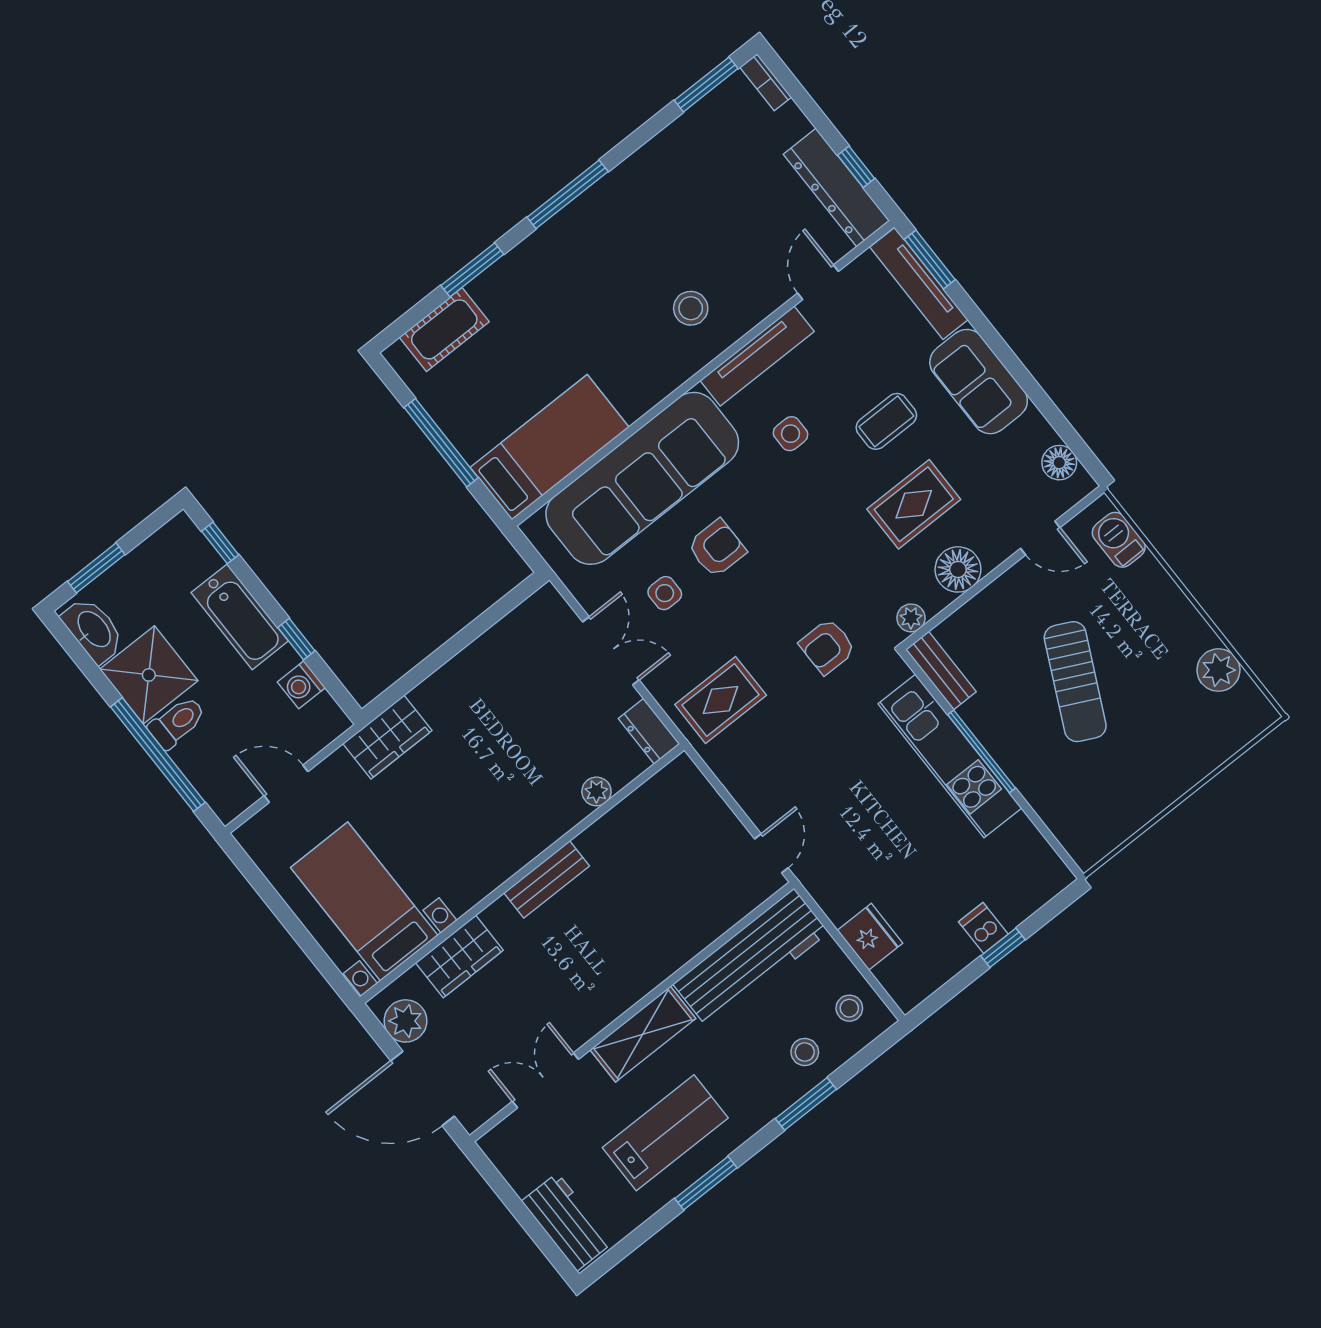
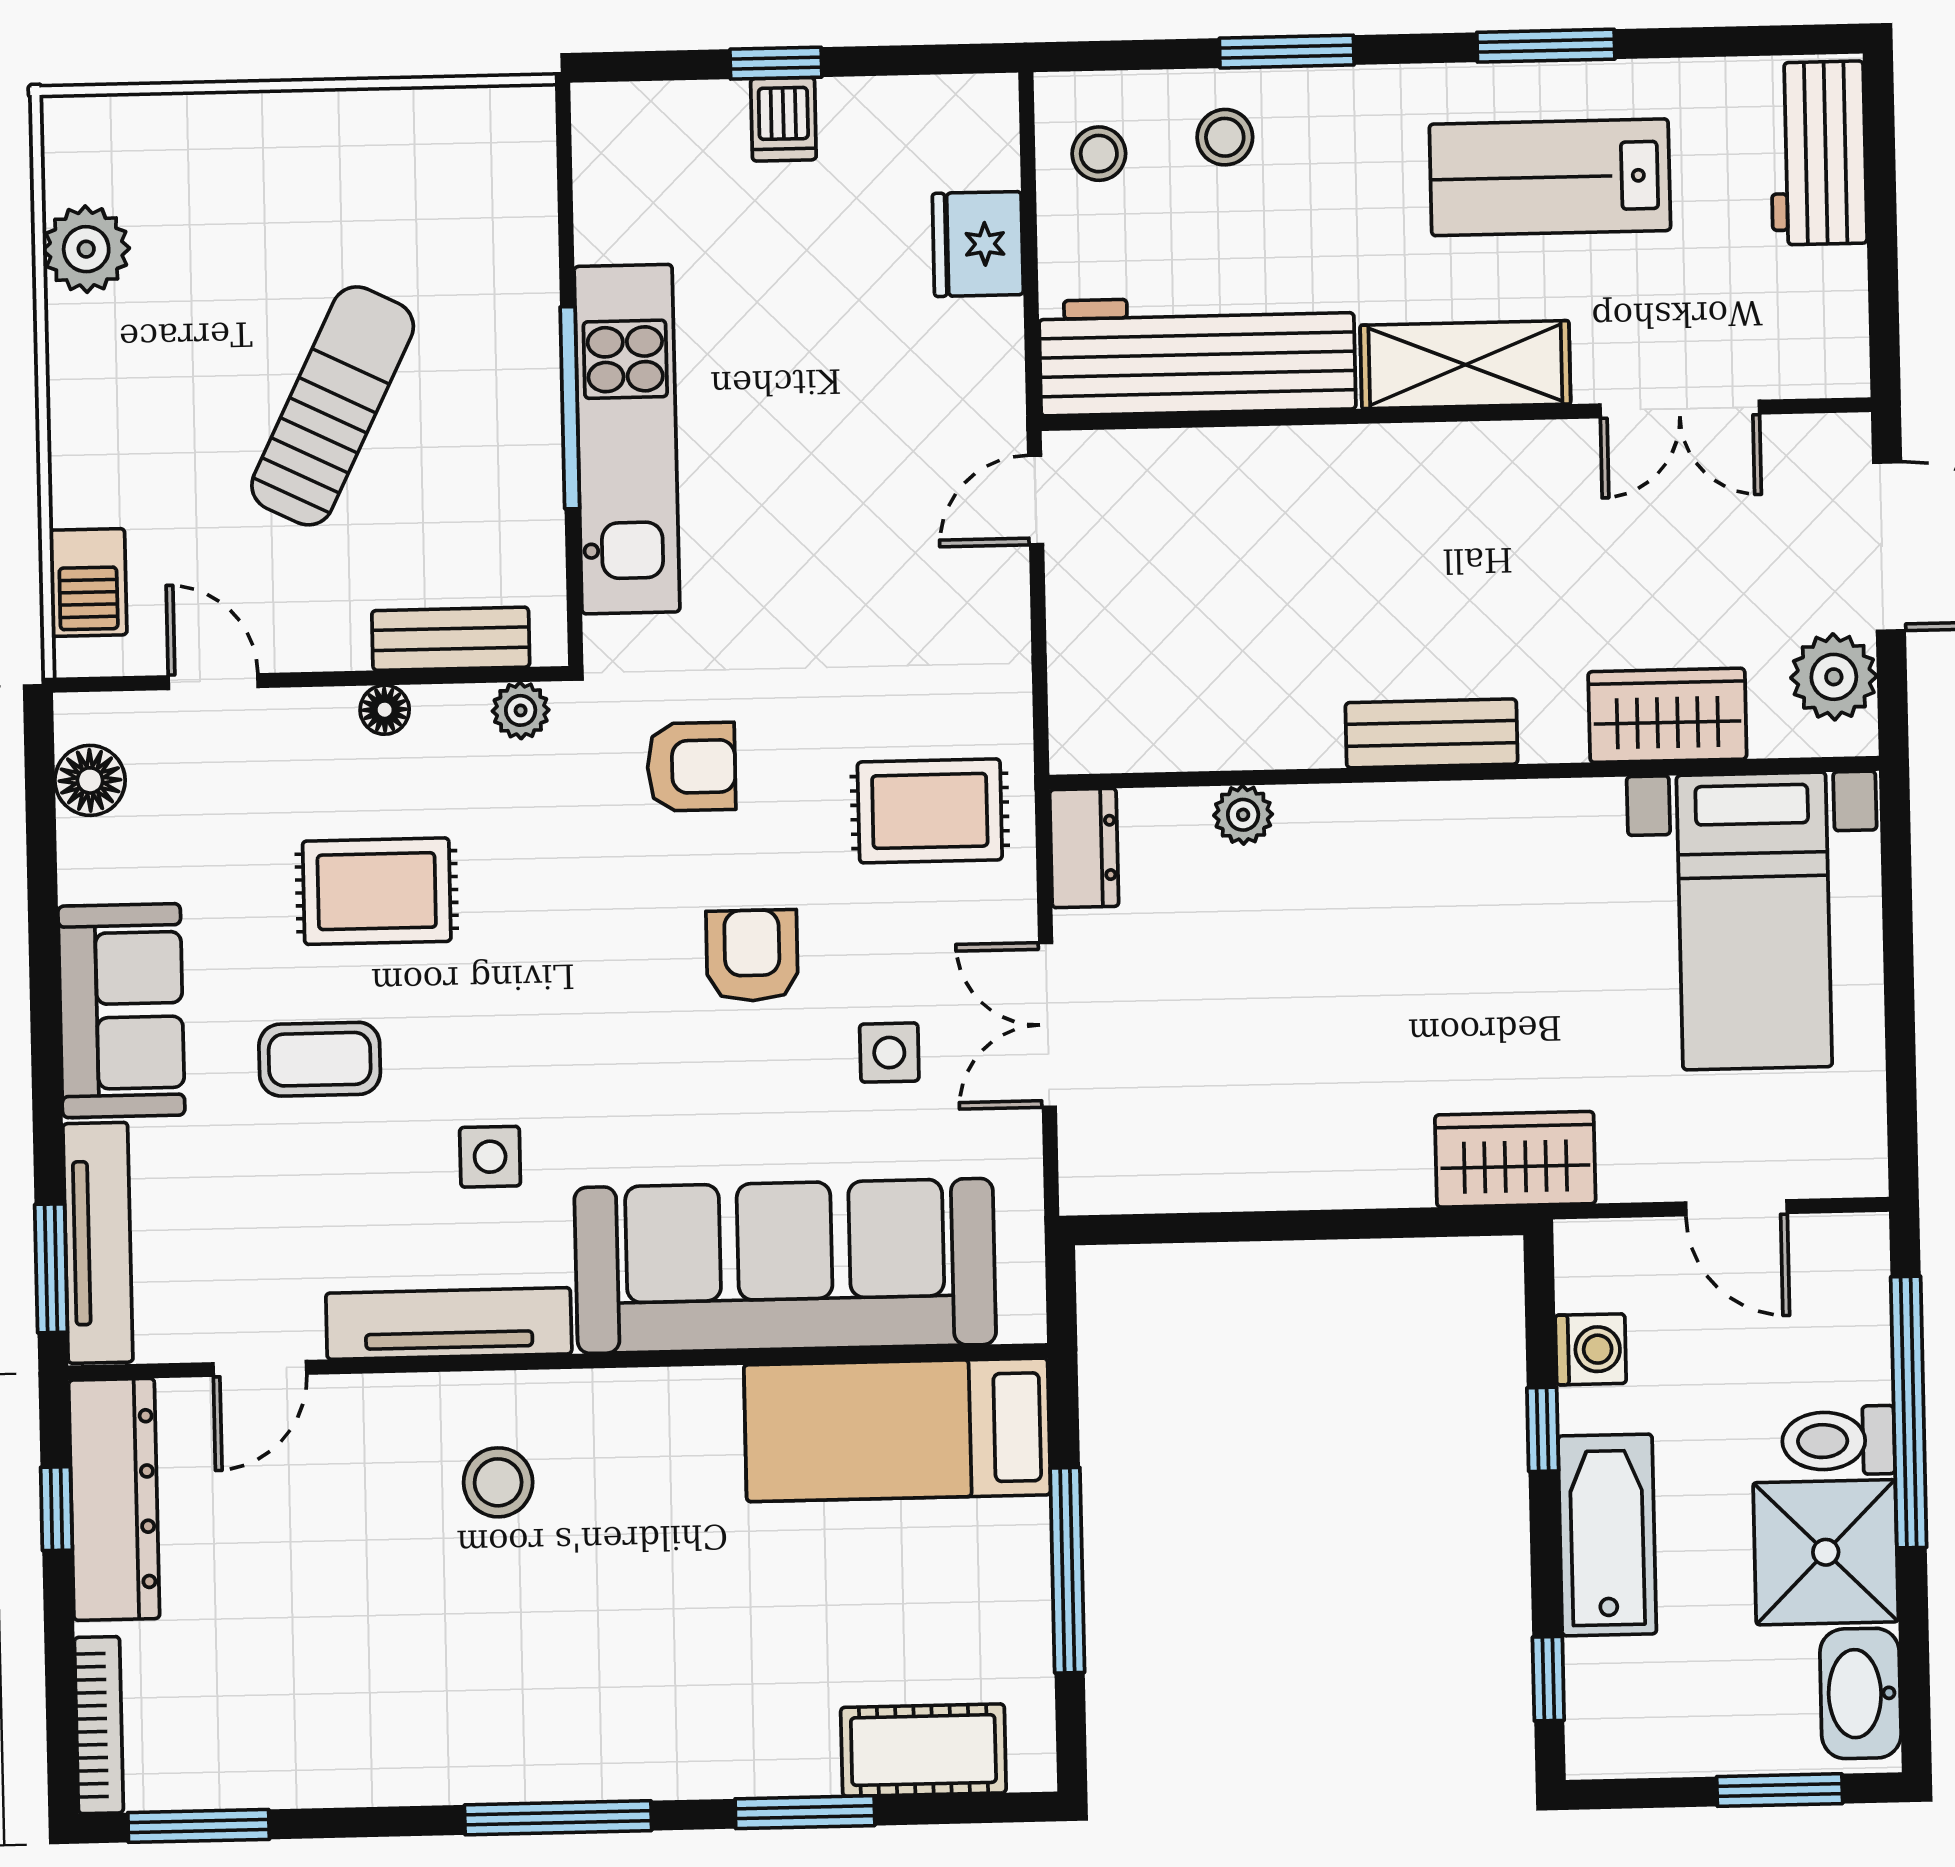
bookcase: (766, 82) -> (99, 1725), width x1.56
armchair: (717, 548) -> (752, 956), moved, turned 90
floor lamp: (958, 569) -> (385, 710), width x0.53, depth x0.53
bench: (941, 671) -> (451, 639), moved, turned 90

